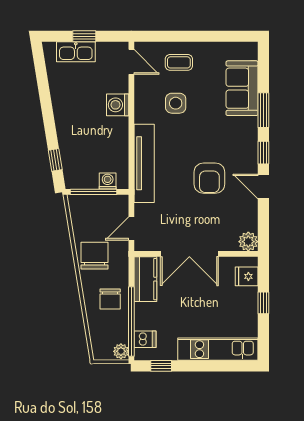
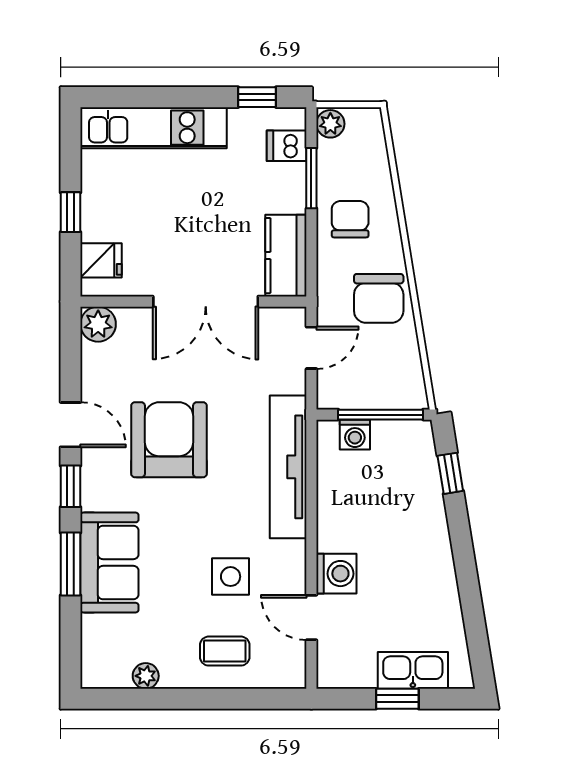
plant: (222, 49) -> (146, 676), added
door: (131, 62) -> (311, 618), moved
sofa: (242, 88) -> (109, 563), moved
armchair: (209, 178) -> (169, 440), width x1.36, depth x1.36
double door: (189, 254) -> (206, 302), swing flipped
window: (131, 322) -> (311, 178), width x0.47

